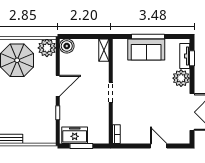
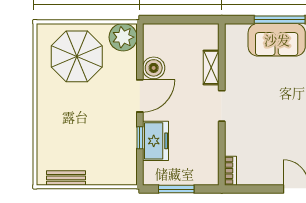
boiler: (67, 46) -> (154, 68), moved
shelving: (104, 50) -> (211, 67), moved
freezer: (75, 135) -> (155, 141), moved, turned 90

